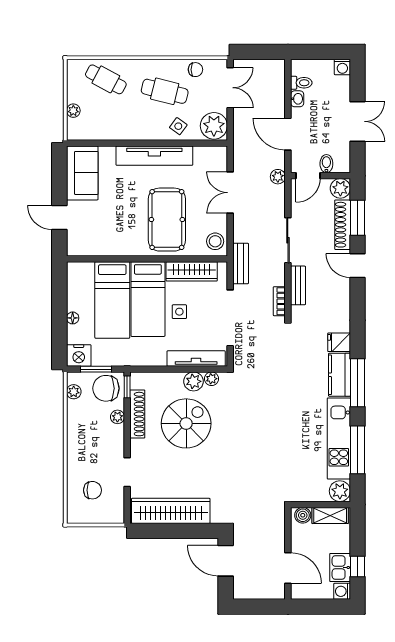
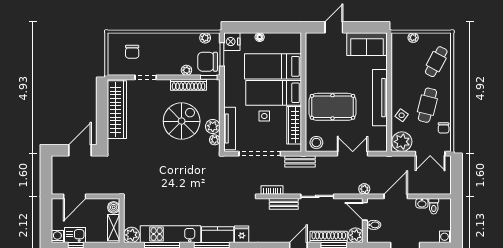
chair: (106, 388) -> (208, 62), turned -90
spiral stairs: (186, 423) -> (182, 121), turned -90

